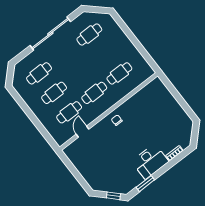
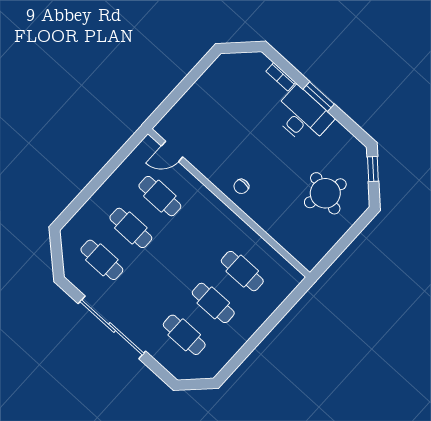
cafe table: (94, 93) -> (131, 228), moved
door: (83, 132) -> (172, 151), moved
round table: (105, 167) -> (325, 193), added
window: (145, 184) -> (319, 97), moved

